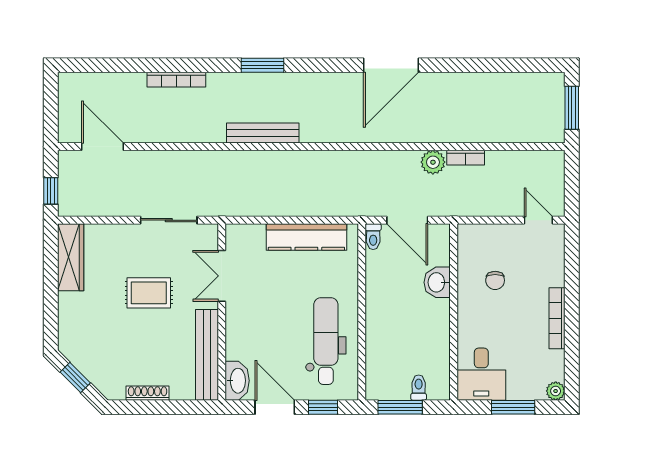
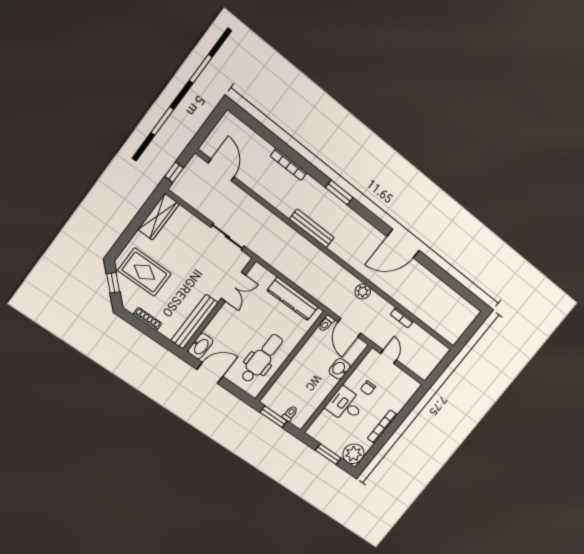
window: (572, 108) -> (470, 331), removed
plant: (433, 162) -> (363, 291), moved
door: (538, 220) -> (388, 357), moved
double door: (222, 276) -> (233, 287), swing flipped
rug: (149, 293) -> (144, 272), moved, width x1.36, depth x1.43
desk: (481, 374) -> (345, 405), moved, turned 90
plant: (556, 391) -> (353, 454), width x1.88, depth x1.88
door: (275, 407) -> (210, 373), hinge flipped
window: (323, 407) -> (235, 390), removed

